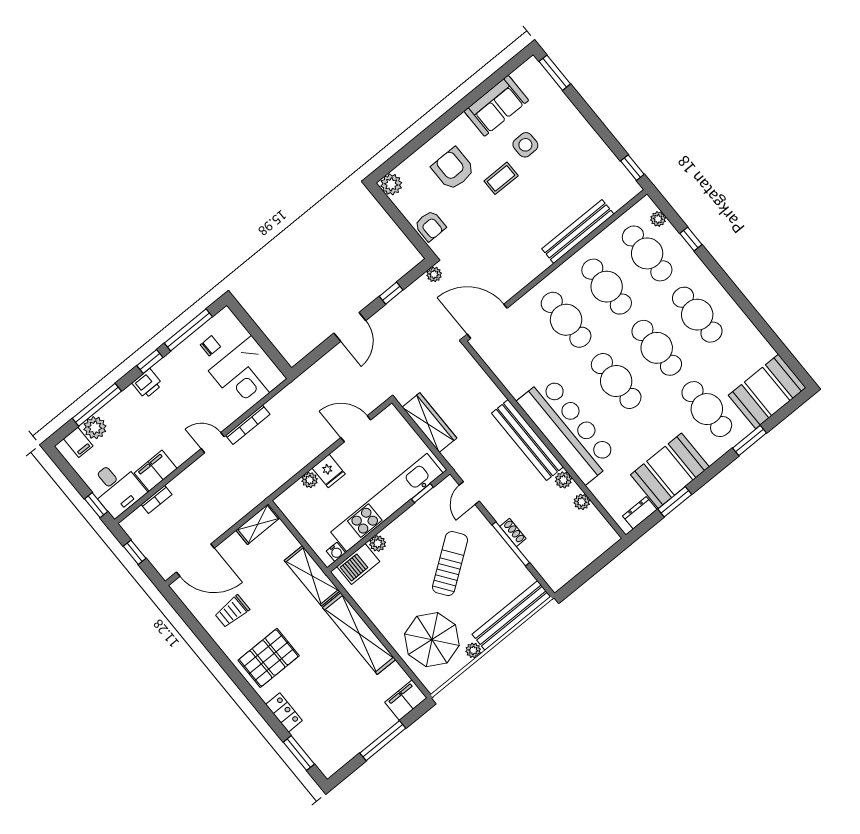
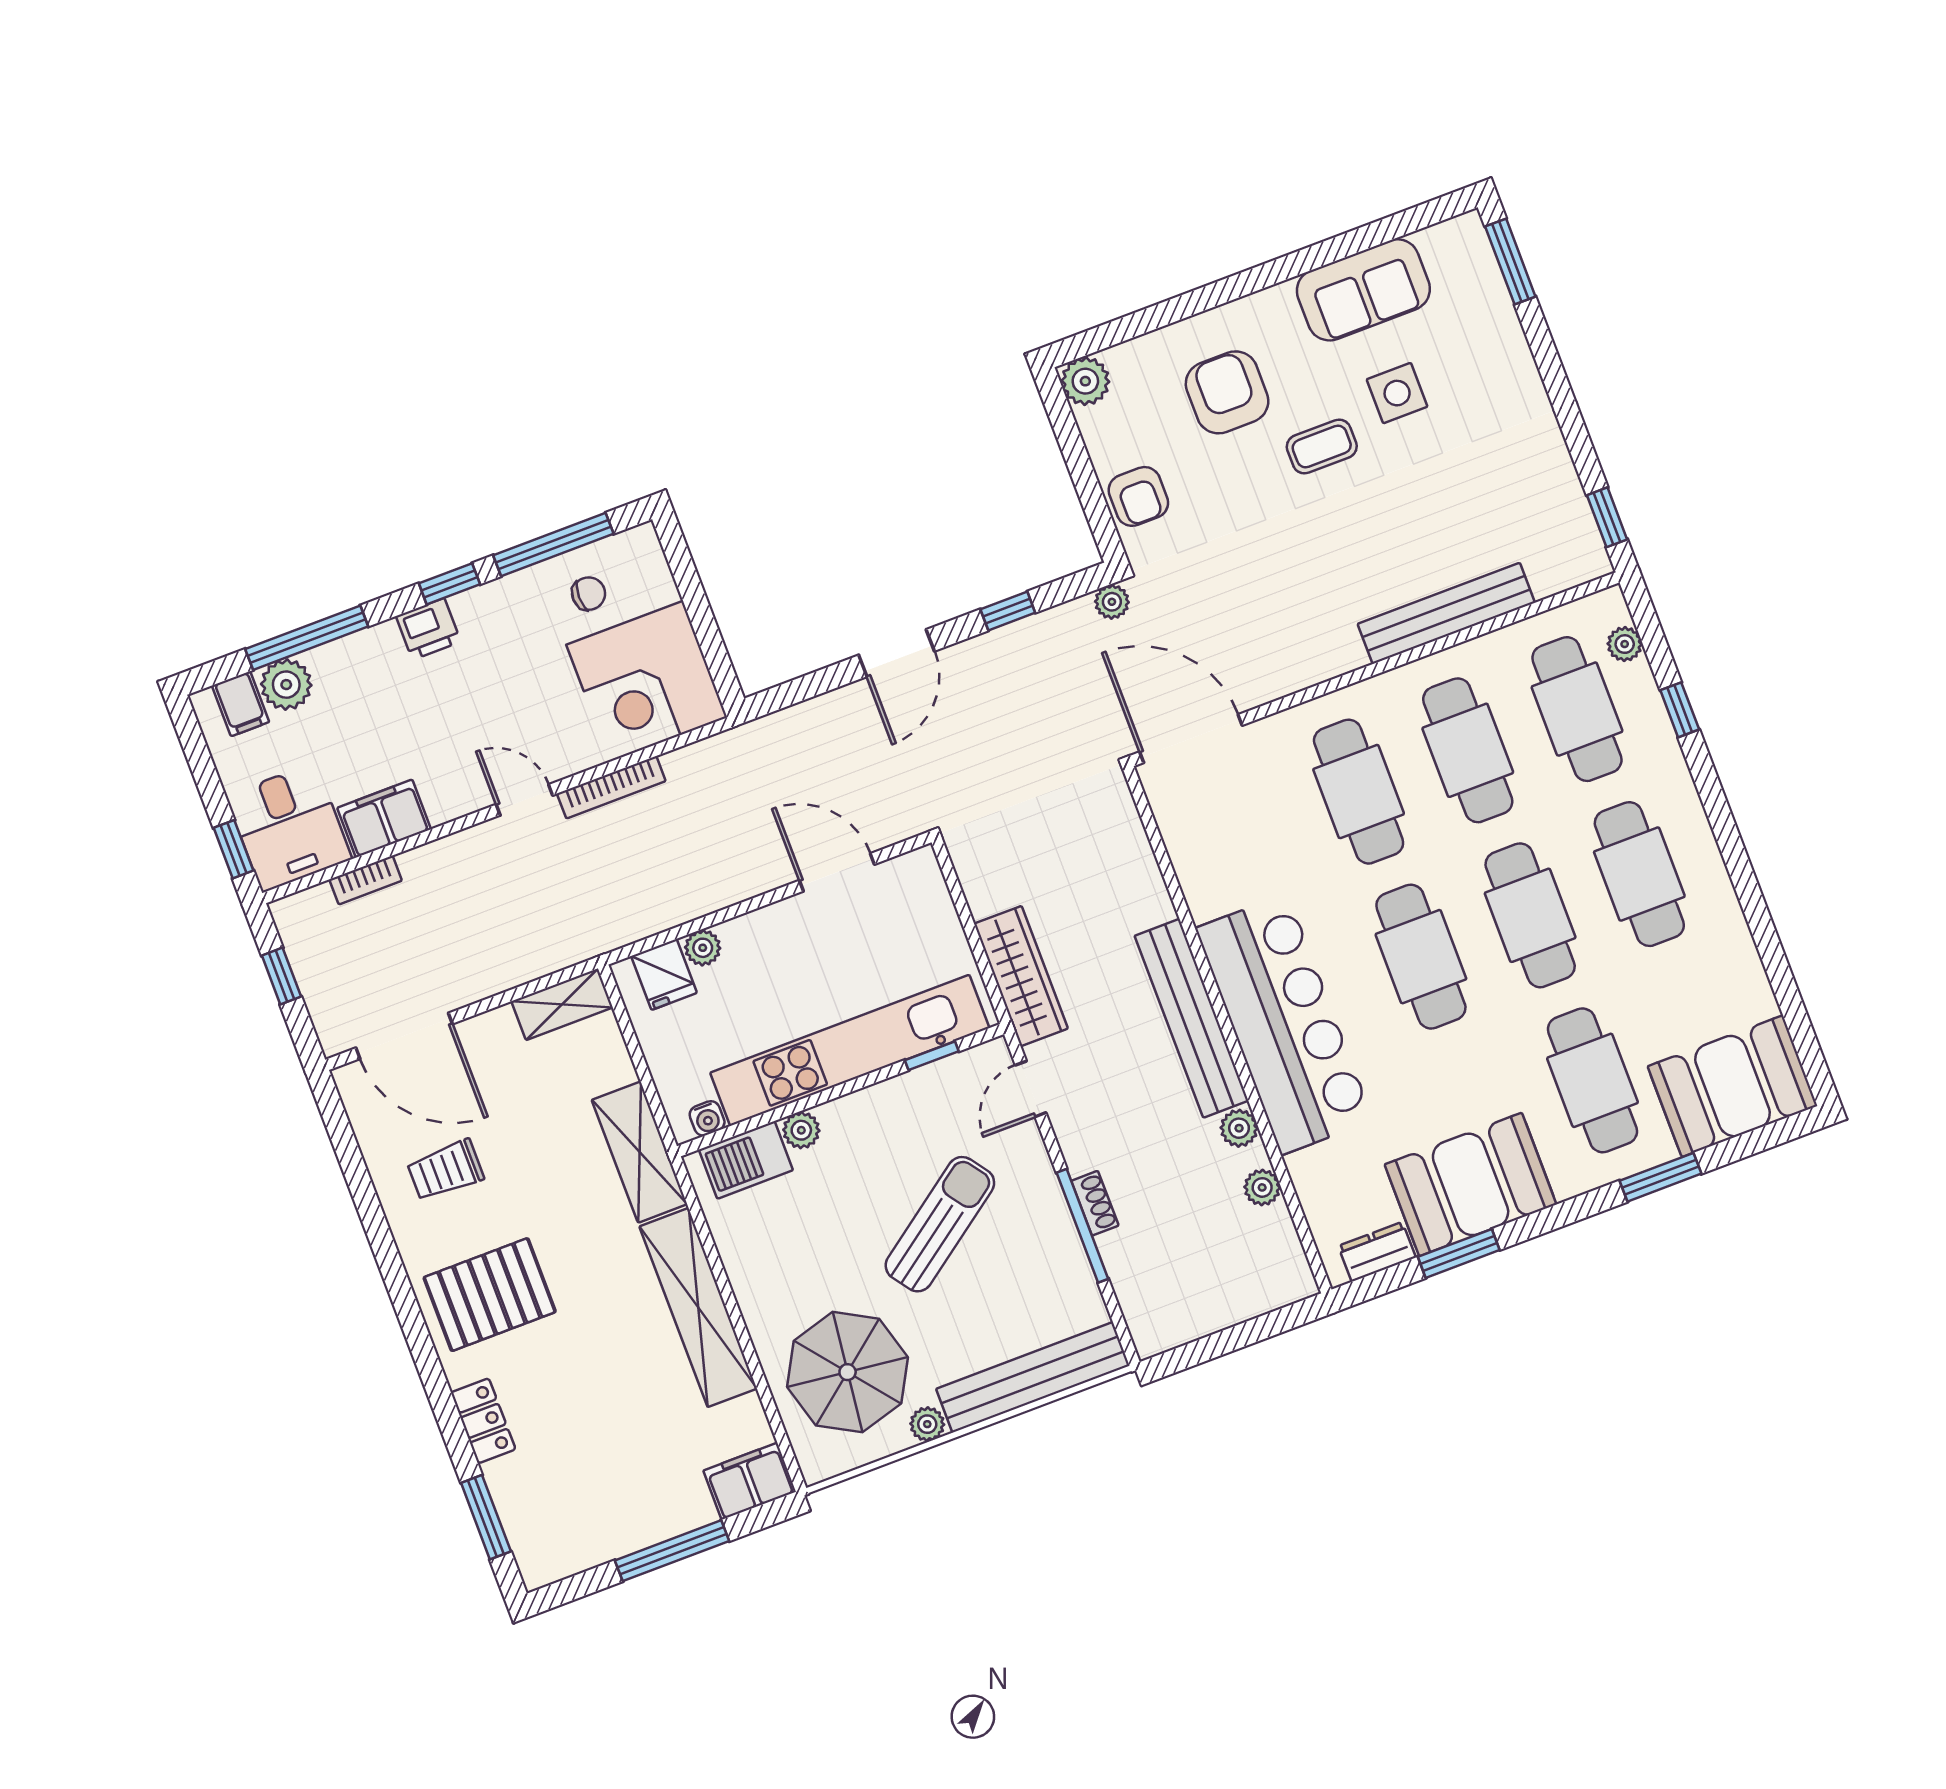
wardrobe: (429, 423) -> (1021, 976), moved
fridge: (329, 471) -> (664, 974), moved

